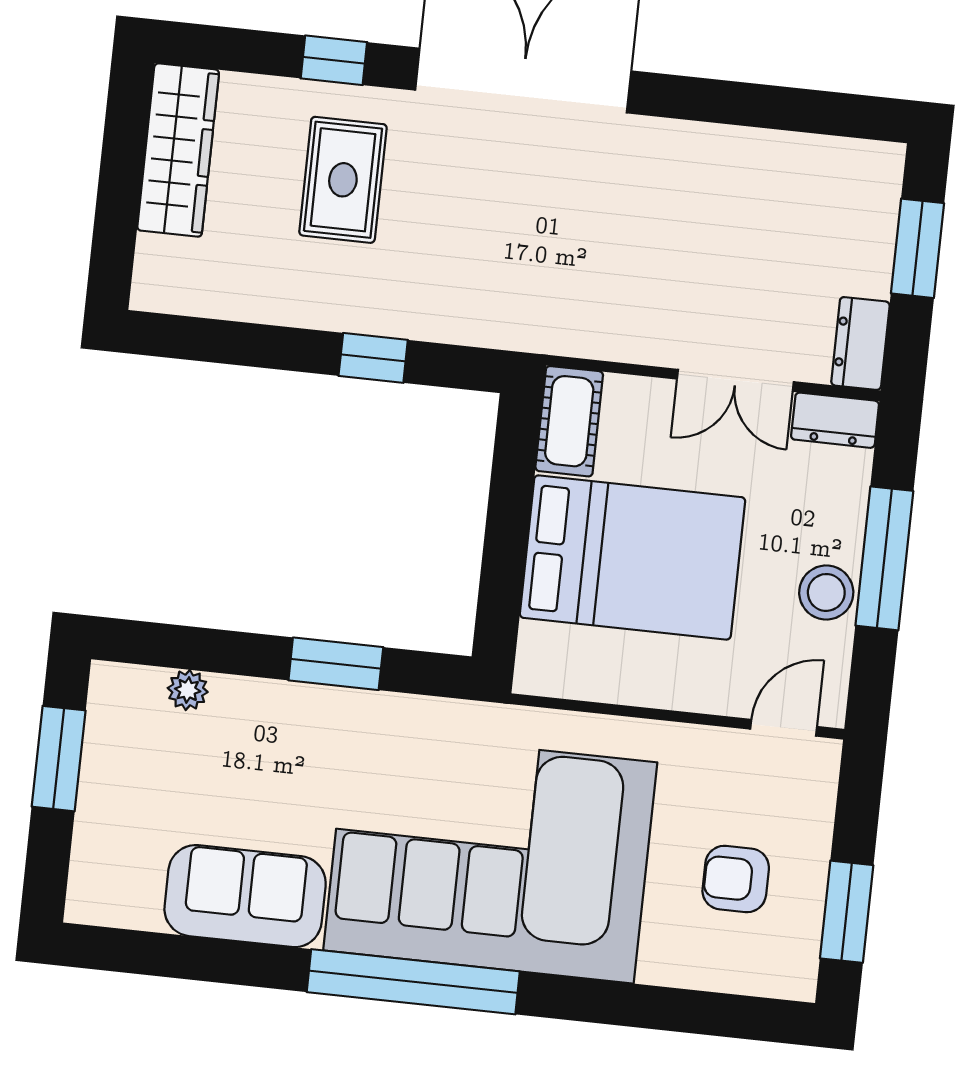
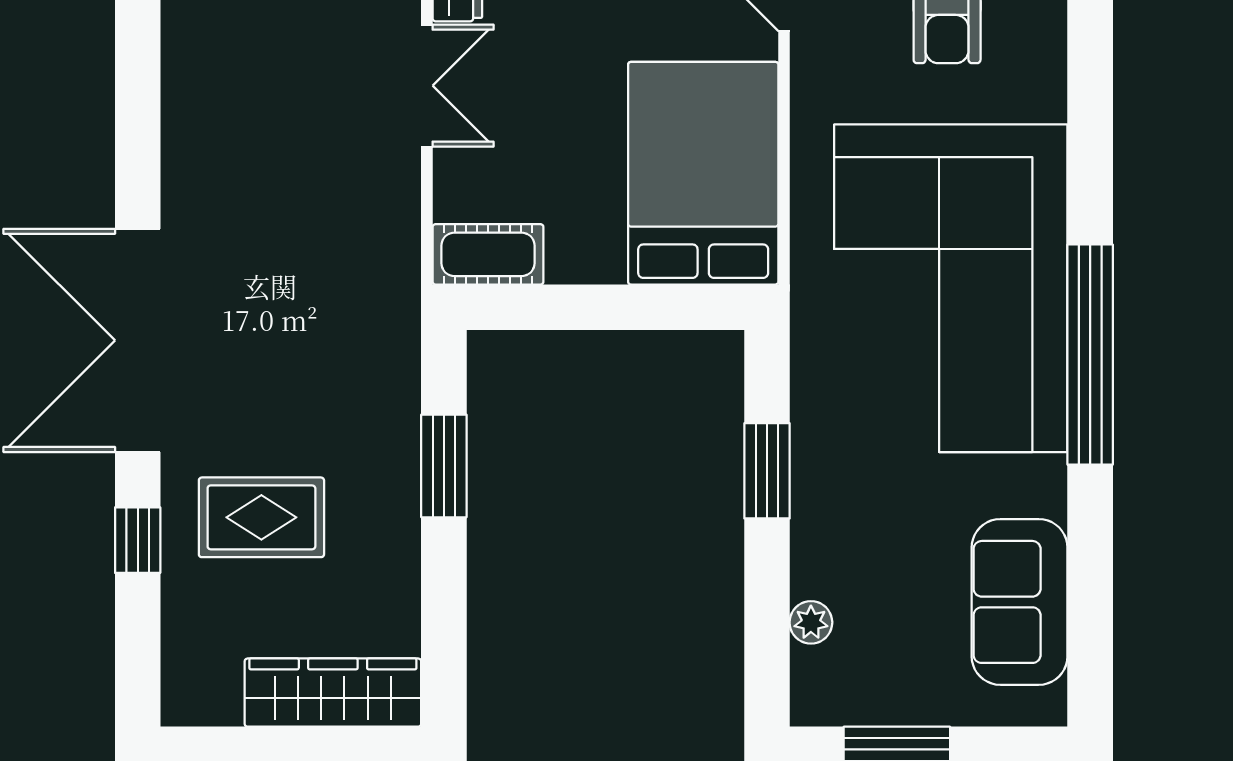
wardrobe: (178, 150) -> (333, 693), moved
window: (373, 358) -> (444, 466), width x1.50
bed: (632, 557) -> (703, 173), moved
sofa: (245, 896) -> (1020, 602), moved

